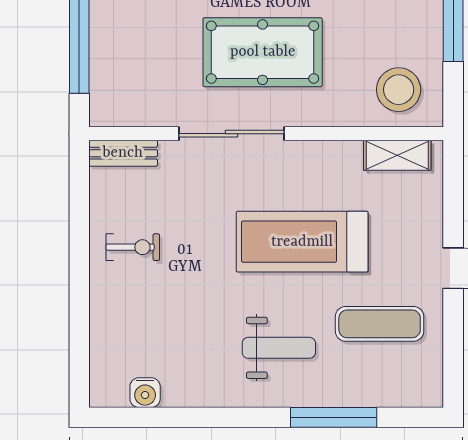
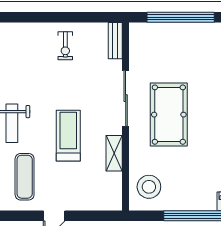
shelving: (397, 155) -> (114, 153), moved
treadmill: (302, 242) -> (68, 136), width x0.73, depth x0.73

